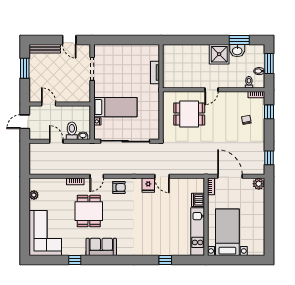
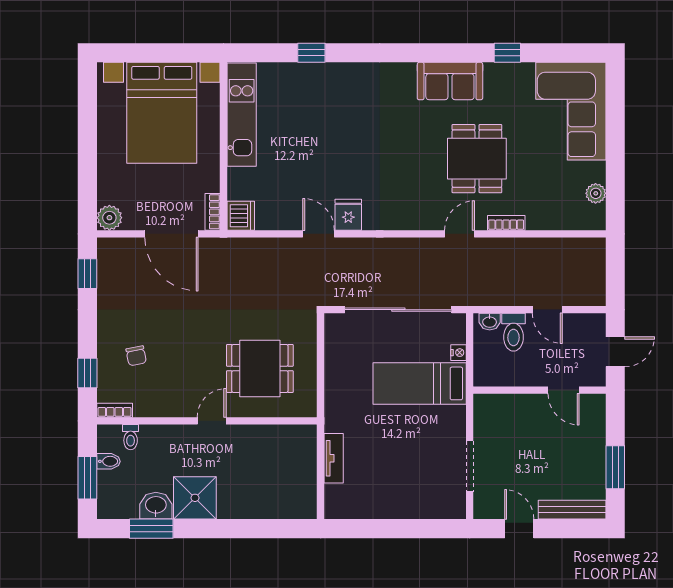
armchair: (119, 187) -> (412, 210), removed
dishwasher: (198, 200) -> (241, 216), moved
bed with nightstands: (227, 232) -> (162, 113), width x1.36

